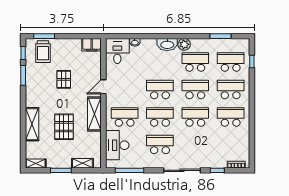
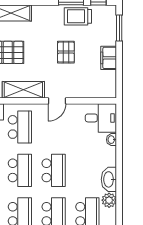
filing cabinet: (92, 45) -> (109, 58), moved
trolley: (43, 52) -> (78, 16), moved
pallet: (64, 79) -> (66, 52), turned 90
door: (103, 87) -> (57, 101), swing flipped

